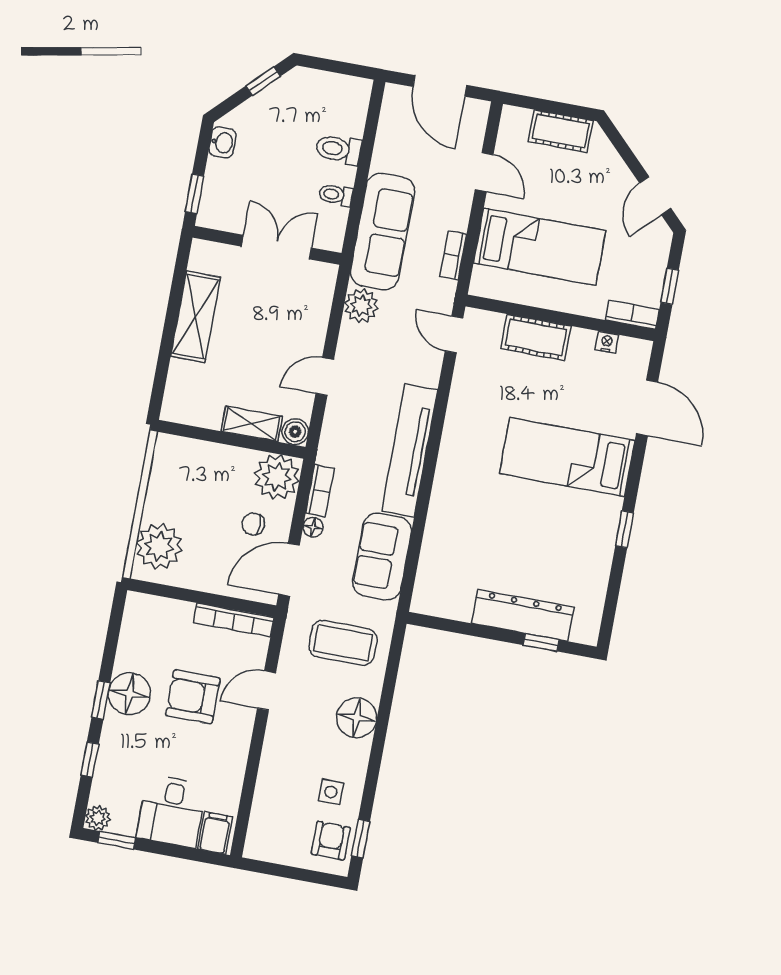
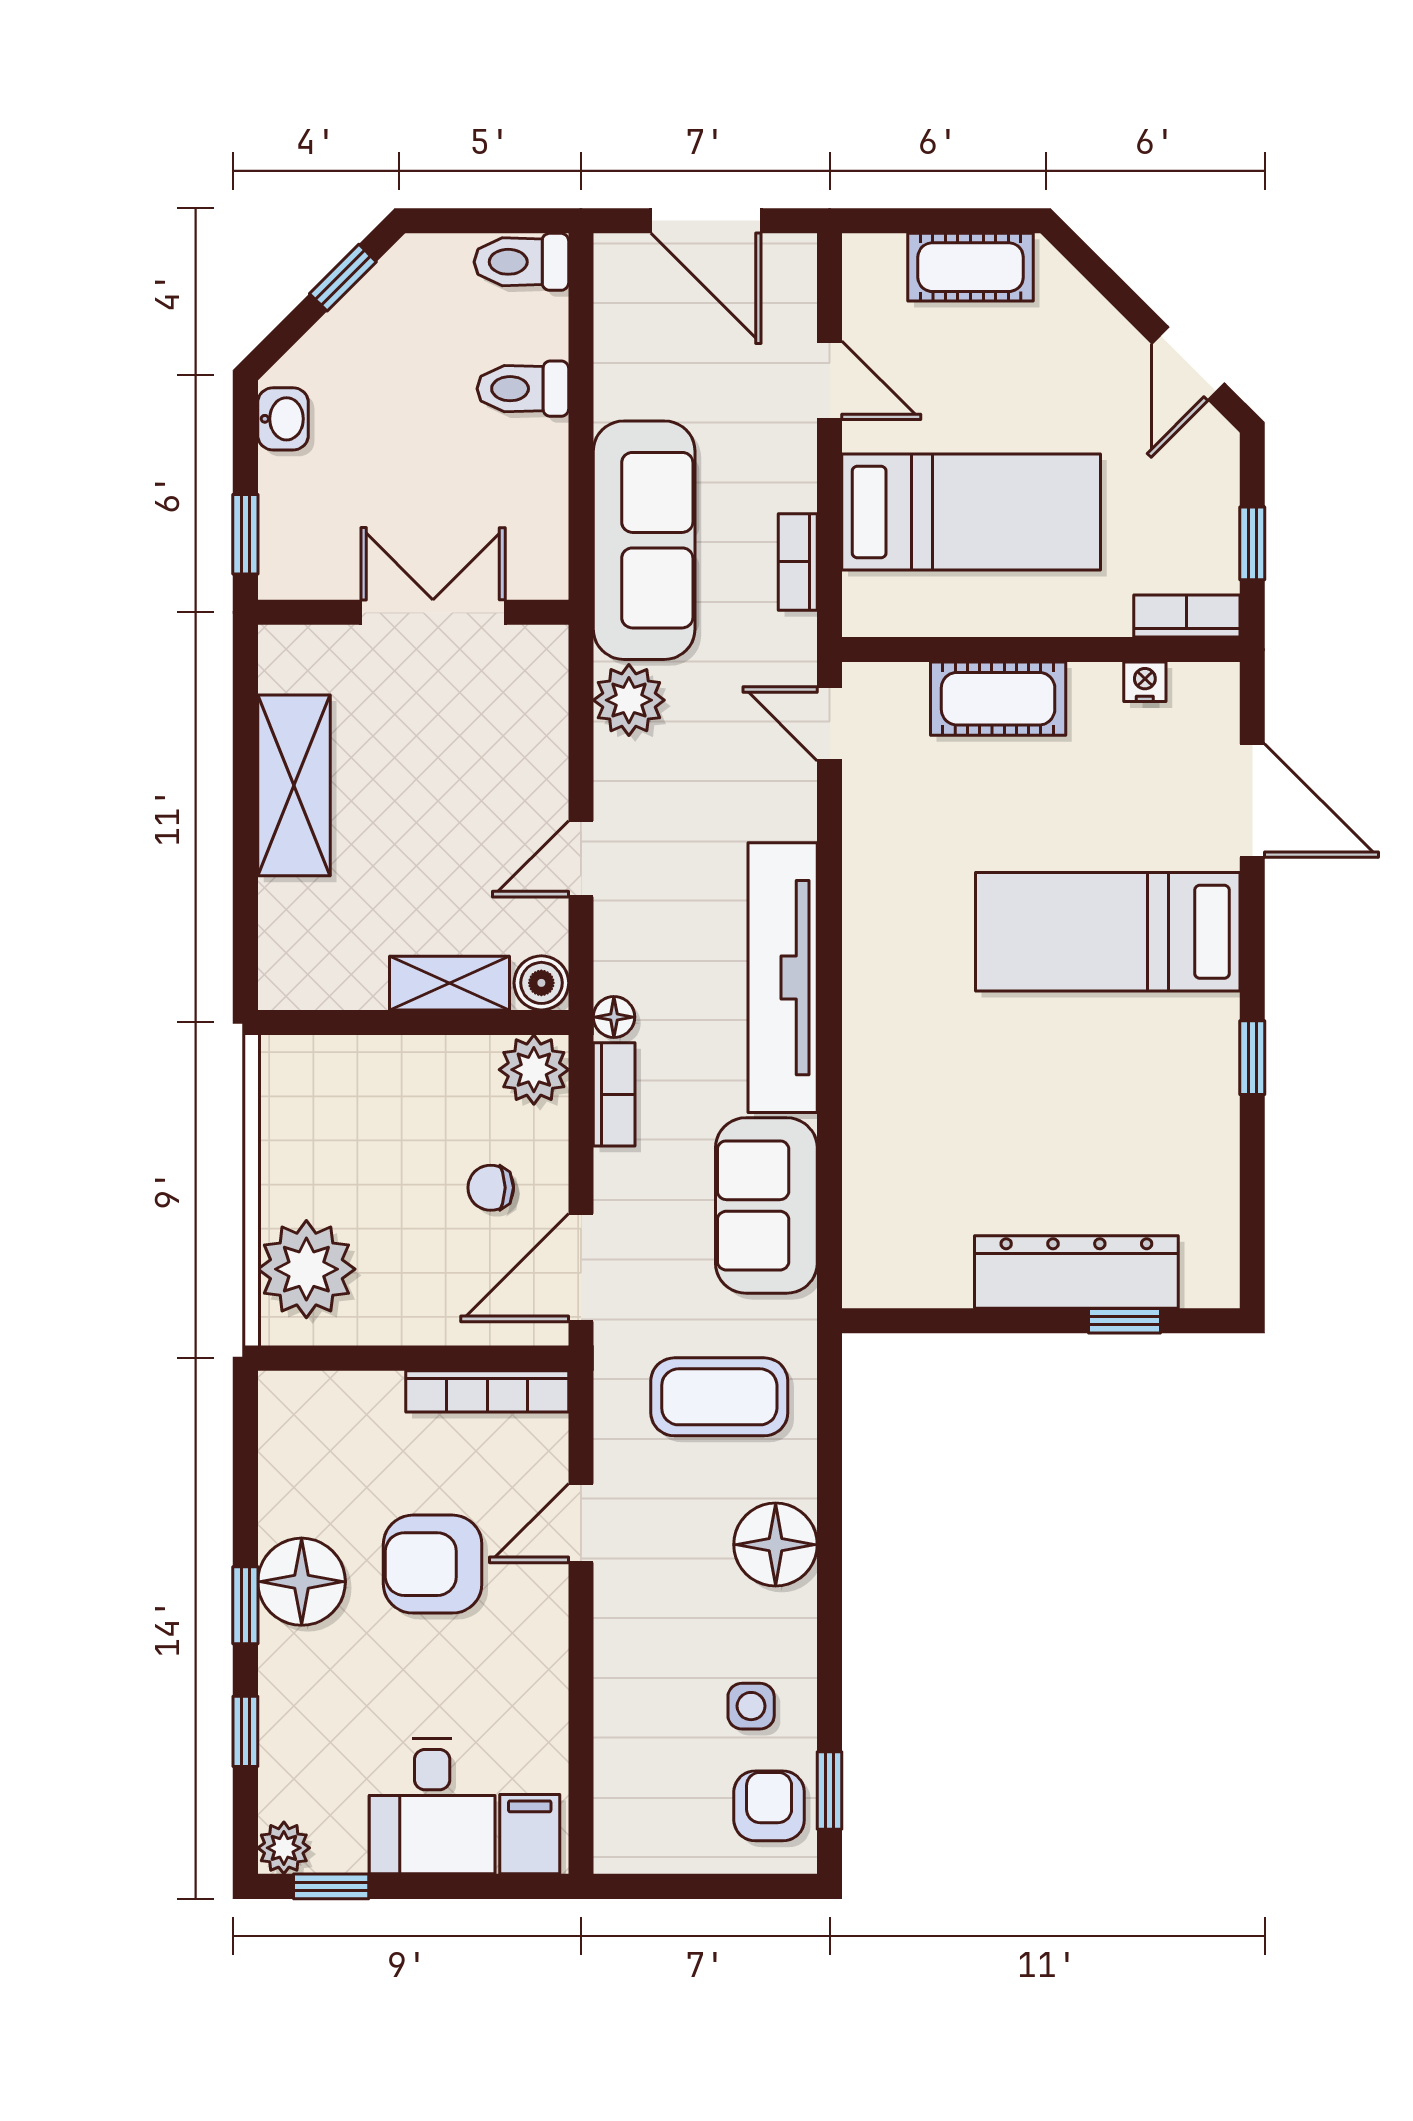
toilet: (336, 195) -> (521, 262), moved, width x1.37, depth x1.39
plant: (277, 477) -> (534, 1070), width x0.73, depth x0.73
floor lamp: (313, 527) -> (614, 1017), moved

